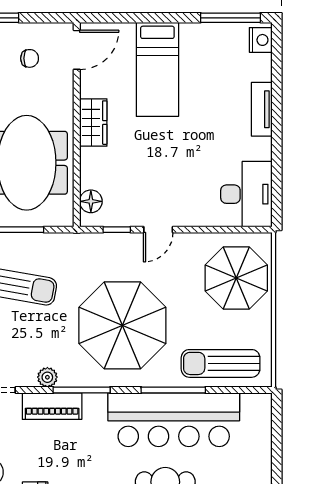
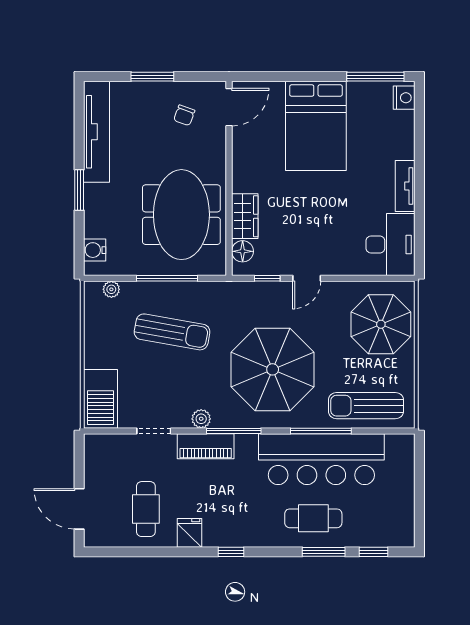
chair: (30, 58) -> (184, 115), turned 110
bed: (157, 69) -> (316, 126), width x1.50
tv unit: (262, 109) -> (405, 186), moved
wardrobe: (93, 123) -> (245, 216), moved

